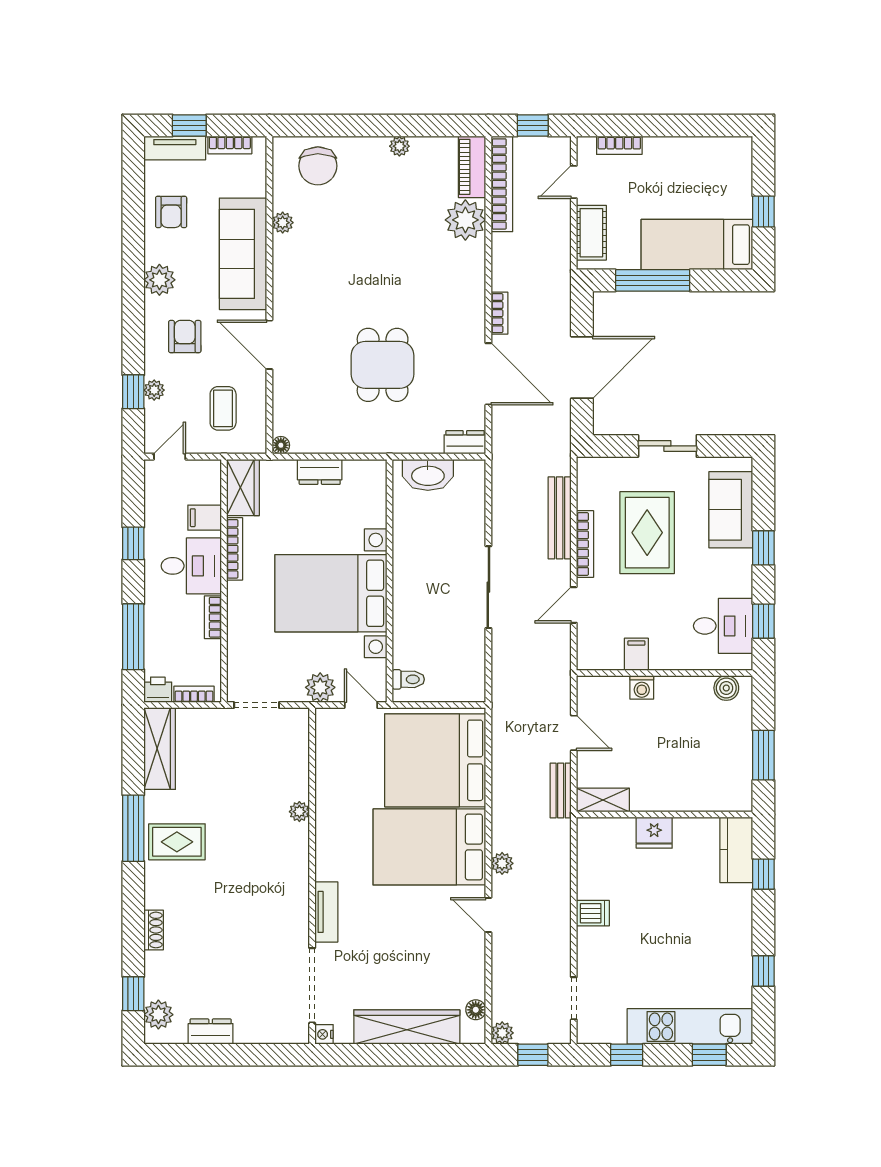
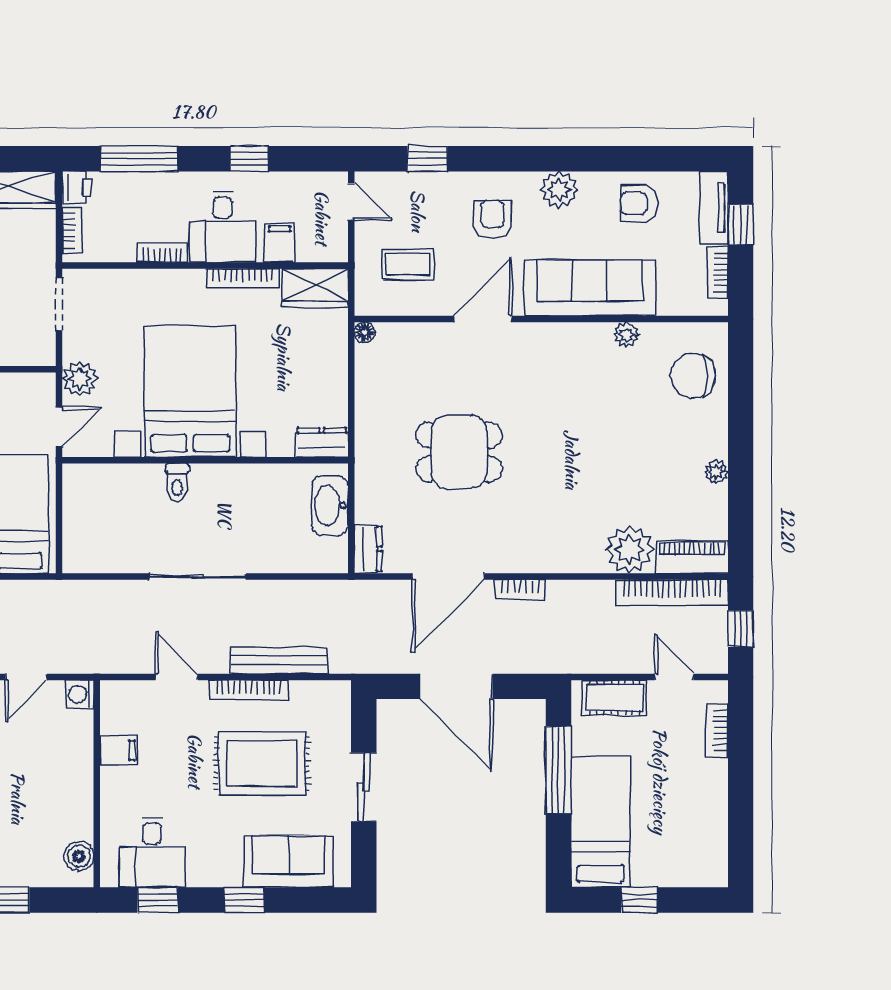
armchair: (185, 337) -> (492, 219), turned -90
plant: (154, 390) -> (430, 183), removed
dresser: (320, 472) -> (322, 442), moved, turned 90
toilet: (408, 679) -> (177, 482), moved
washing machine: (642, 687) -> (80, 694), moved

